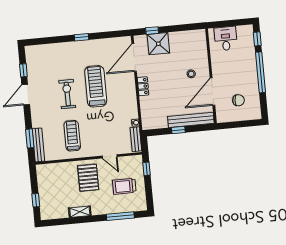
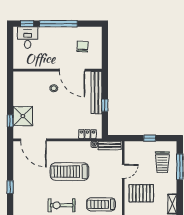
desk: (226, 39) -> (28, 38), moved, turned 90
treadmill: (96, 86) -> (69, 172), moved
locker: (143, 86) -> (87, 134), moved
window: (147, 169) -> (150, 138), moved
trolley: (124, 186) -> (162, 162), moved

